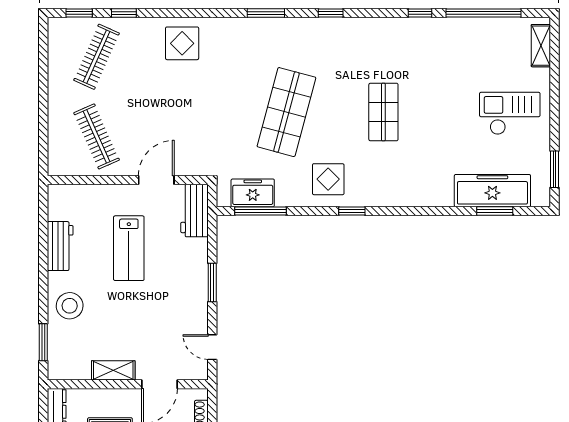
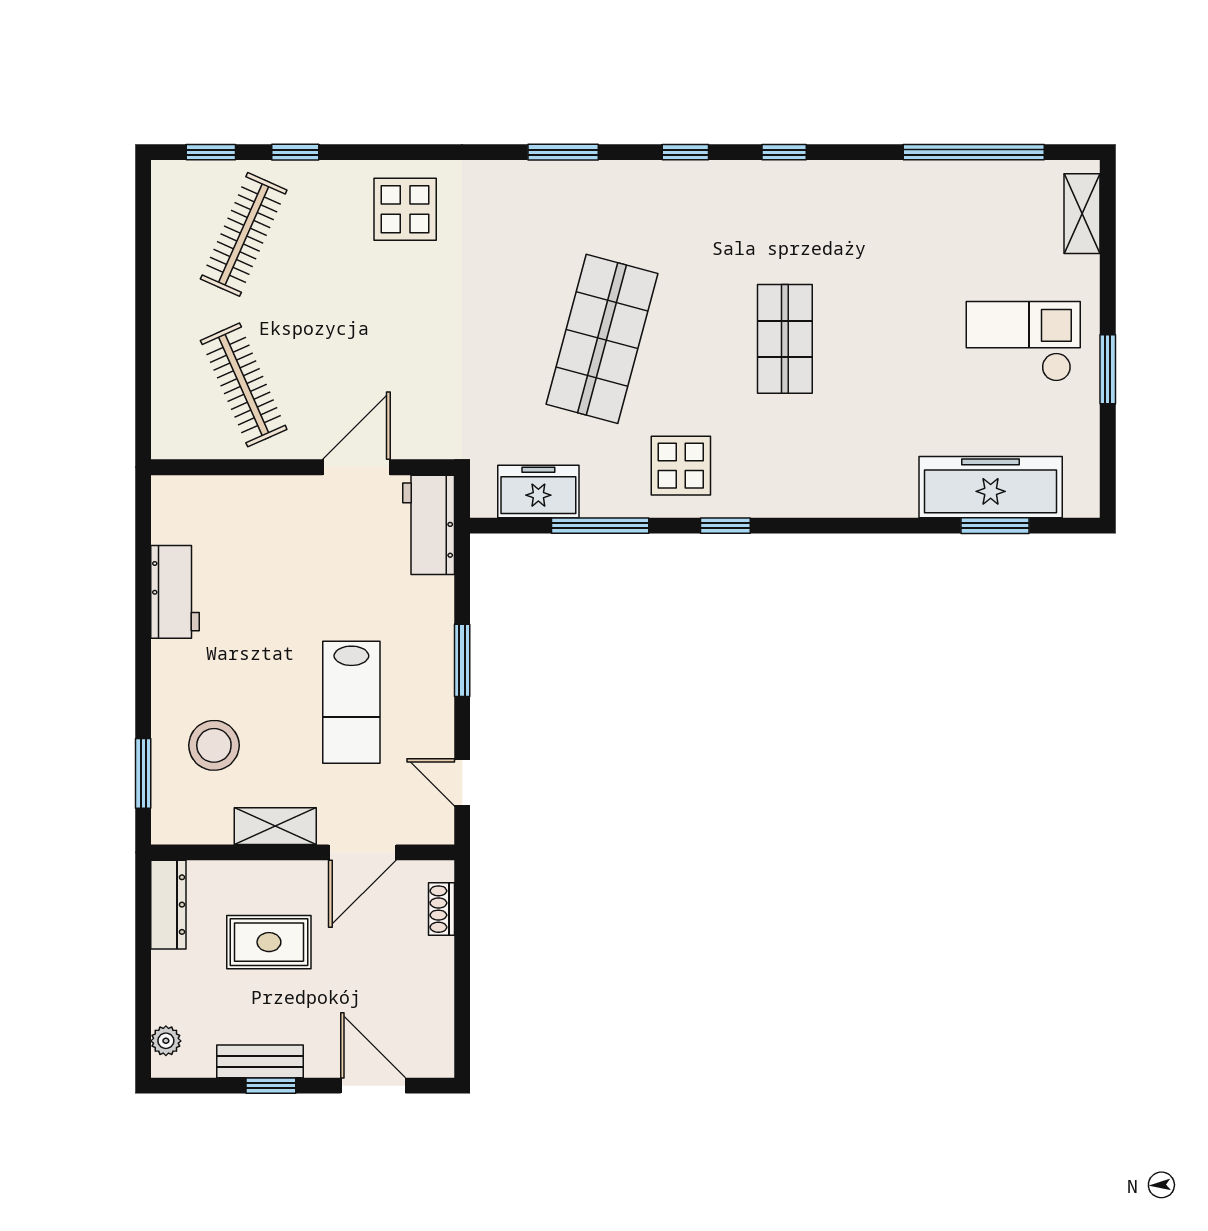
window: (420, 13) -> (784, 152), moved
window: (555, 169) -> (1108, 369), moved
window: (260, 211) -> (600, 526), moved
lab bench: (129, 248) -> (351, 702), moved
stool: (70, 306) -> (214, 745), moved

